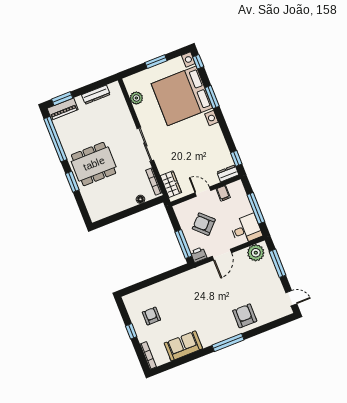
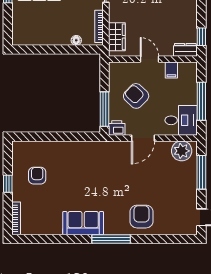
sofa: (183, 346) -> (83, 223), moved

